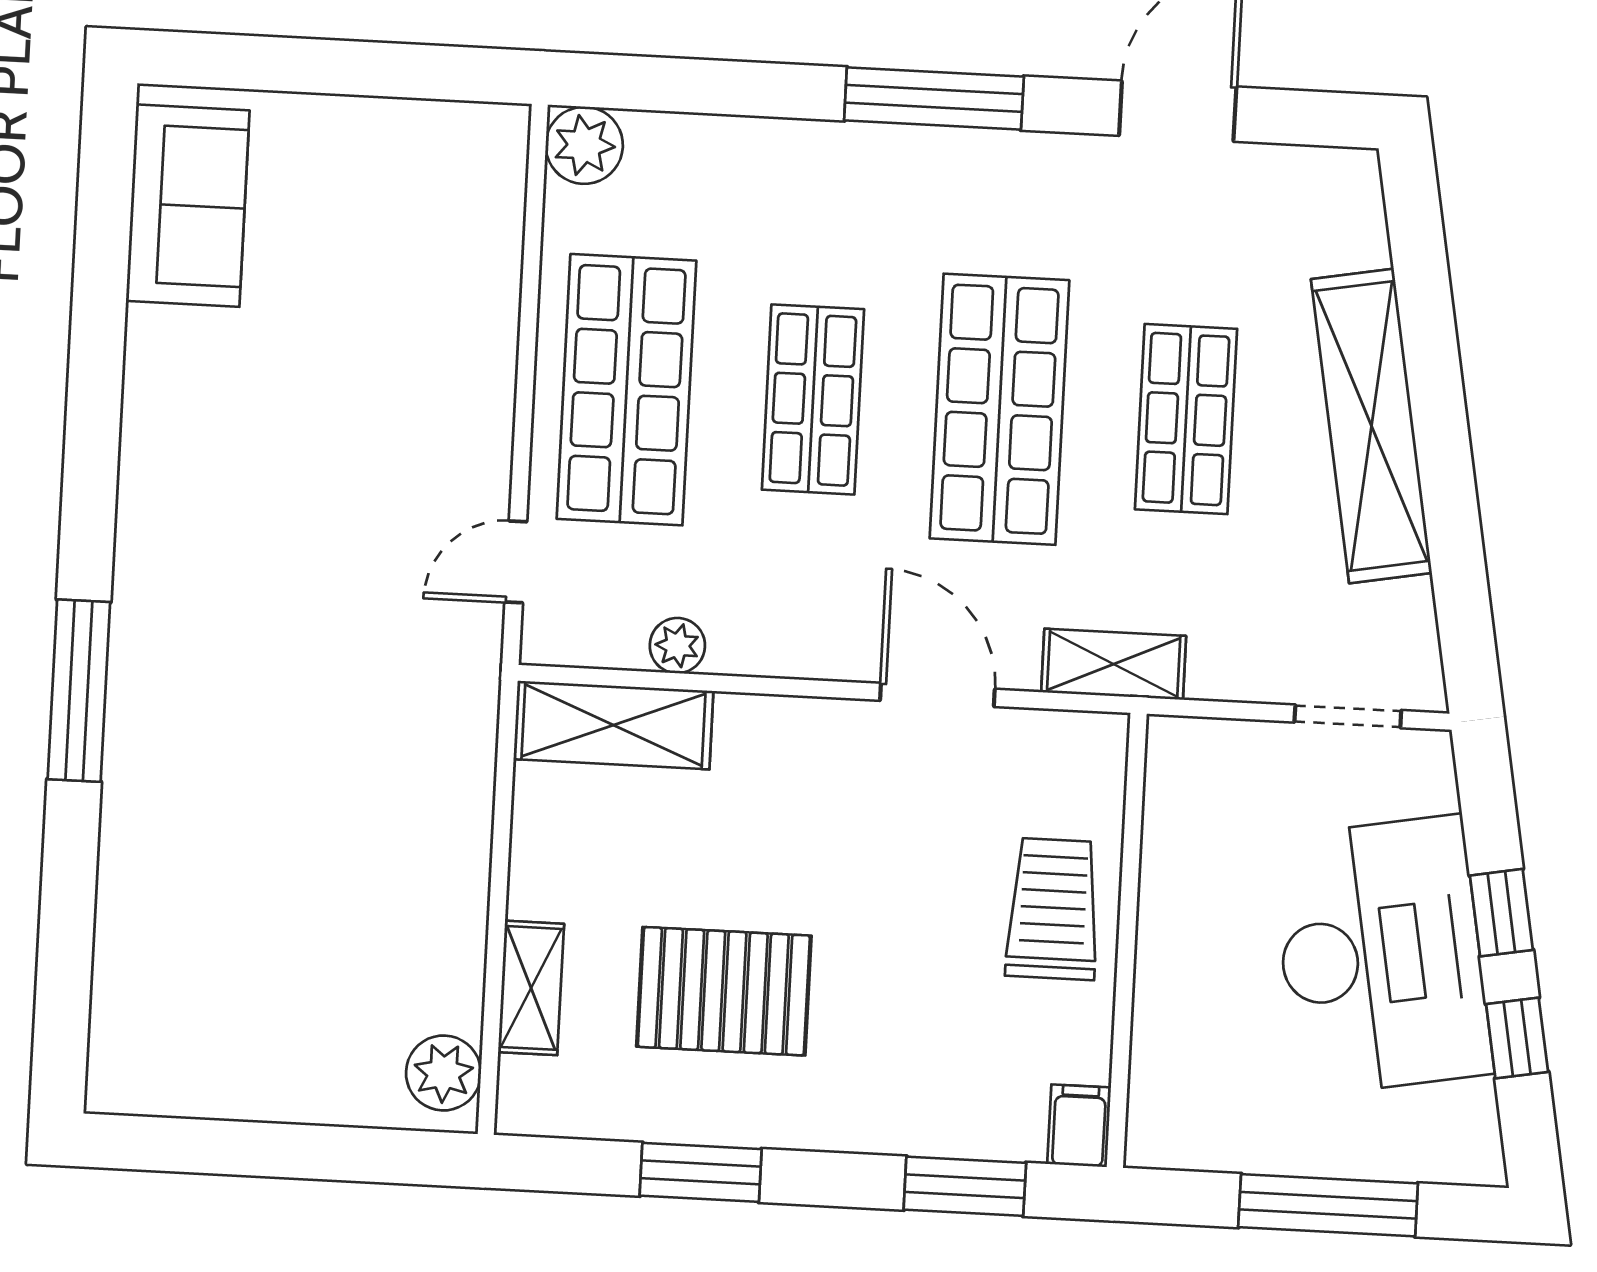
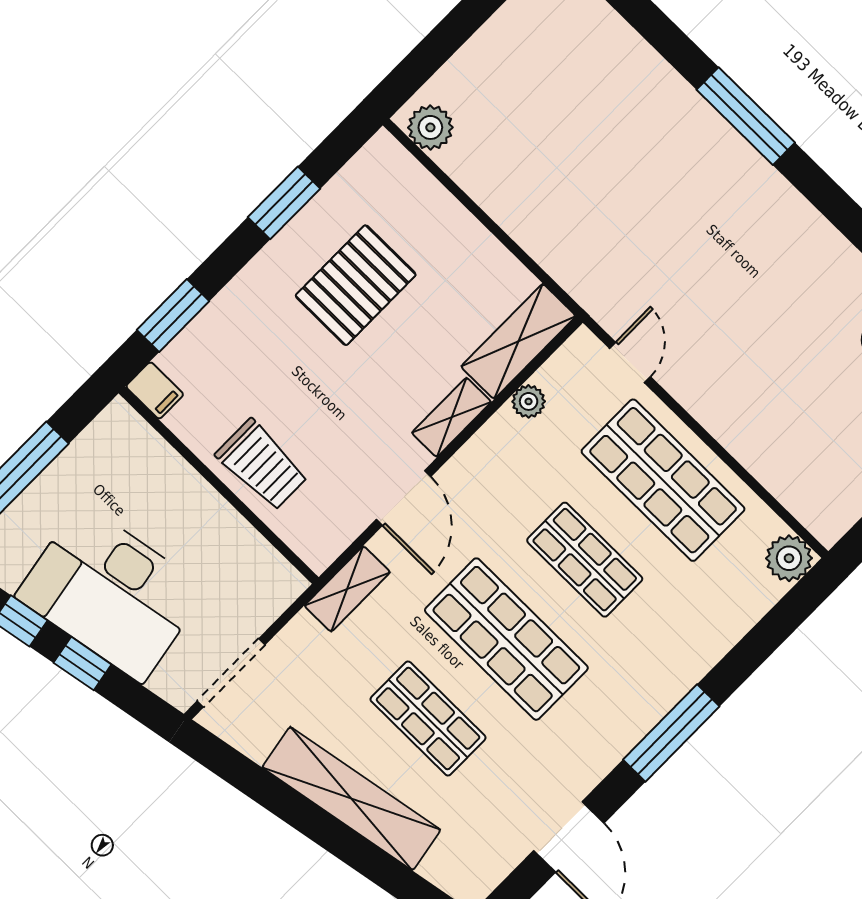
door: (937, 695) -> (403, 498), hinge flipped
doorway: (1348, 716) -> (231, 673), width x1.38
shelving: (531, 988) -> (452, 417), moved, turned 90

